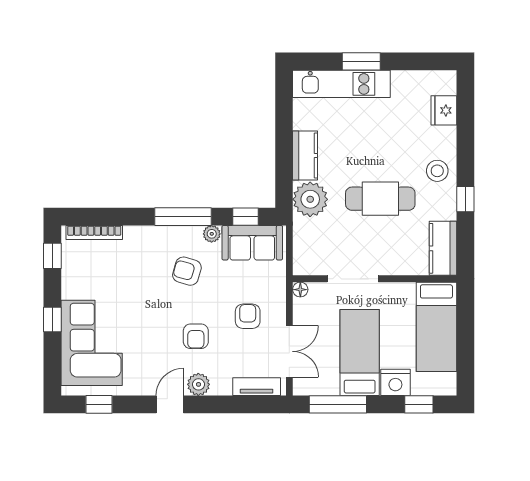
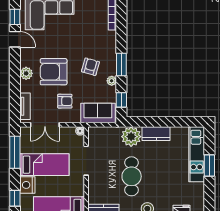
window: (183, 217) -> (121, 64), width x0.69
sofa: (252, 243) -> (98, 113), moved, turned 90
armchair: (196, 336) -> (54, 72), width x1.88, depth x1.88
door: (170, 404) -> (15, 39), moved

